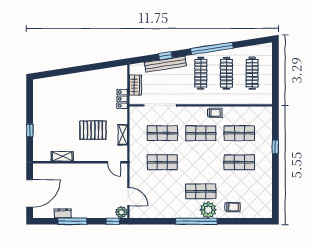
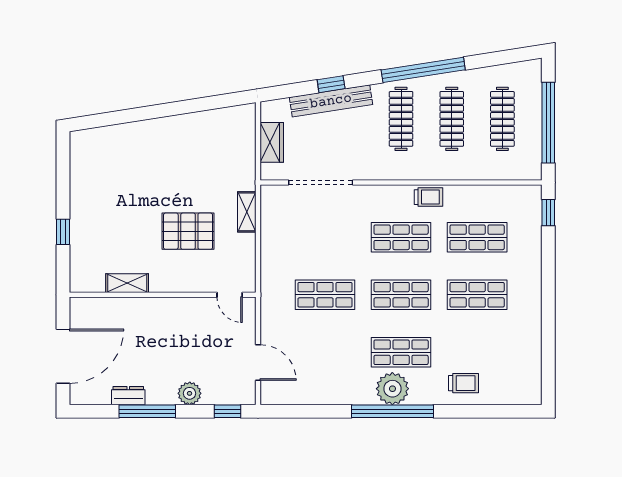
window: (275, 75) -> (548, 123), added
locker: (122, 99) -> (246, 170), removed
shop shelf: (162, 133) -> (401, 295), moved
shelving: (123, 135) -> (247, 212), moved
window: (275, 147) -> (548, 213), moved
plant: (208, 210) -> (392, 389), moved
plant: (121, 212) -> (190, 393), moved

